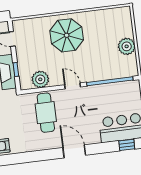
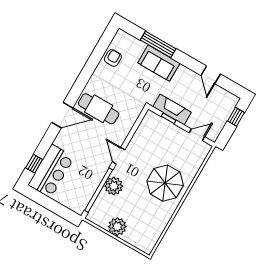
plant: (40, 79) -> (114, 186), moved
door: (73, 86) -> (119, 156), swing flipped
cafe table: (46, 113) -> (99, 109), moved

